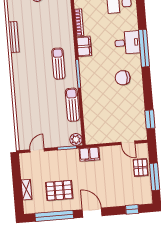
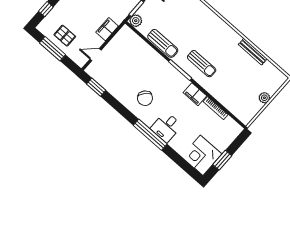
chair: (123, 78) -> (145, 98), turned 131
filing cabinet: (89, 154) -> (107, 29), moved
pallet: (141, 167) -> (65, 36), moved

